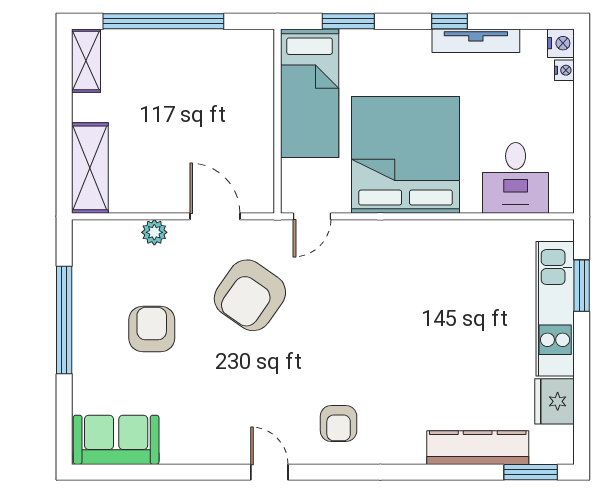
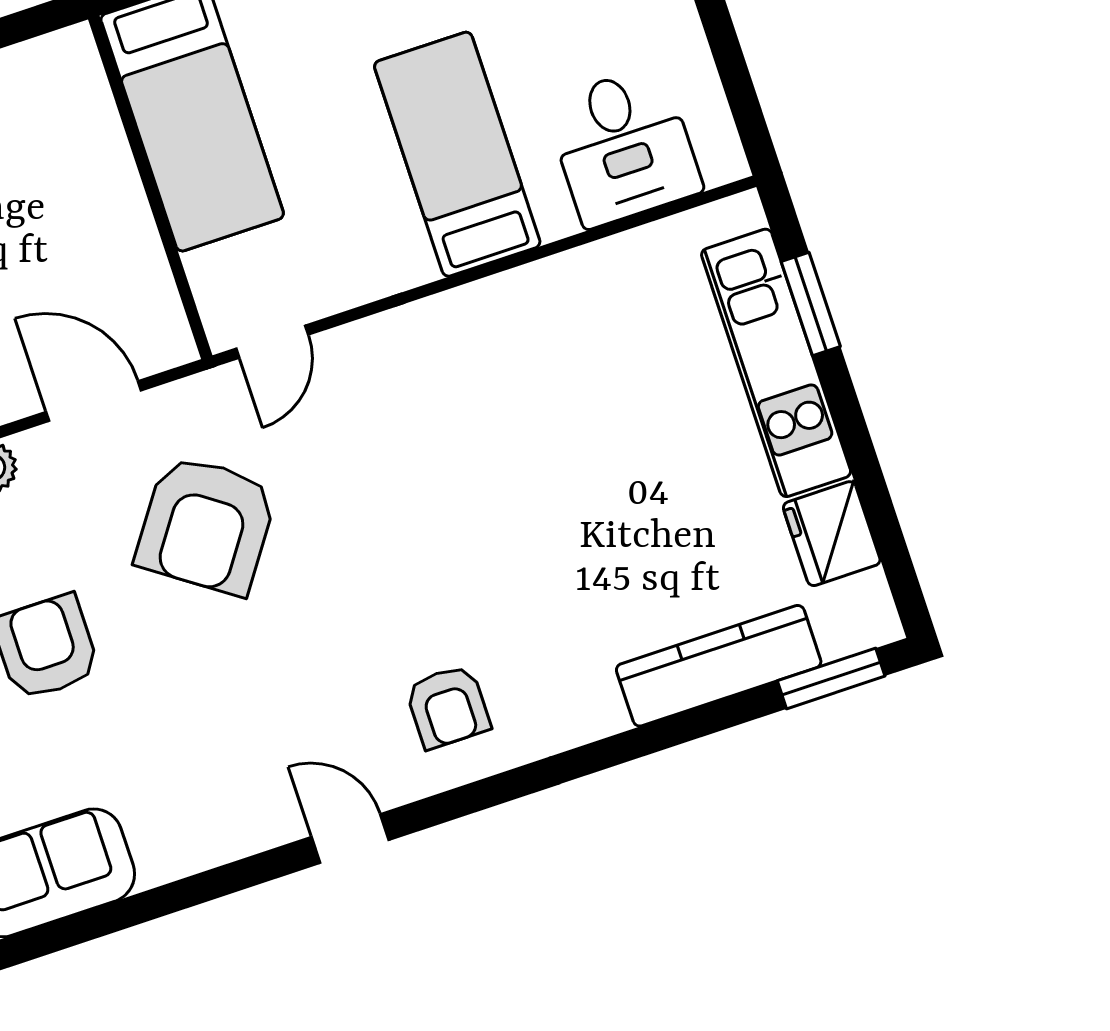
bed: (406, 155) -> (457, 154), width x0.49

